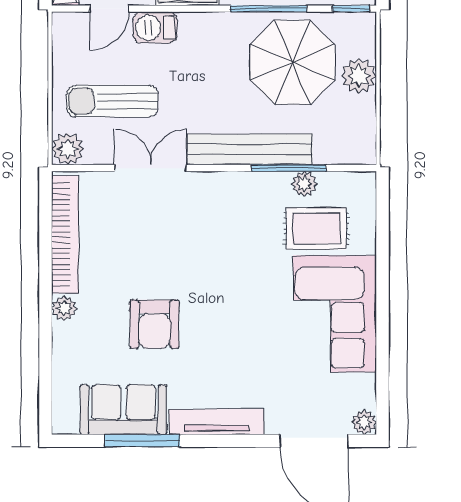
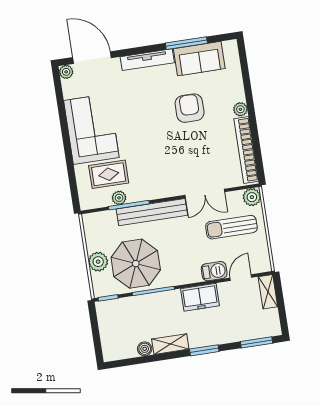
sun lounger: (112, 101) -> (231, 227), turned 180

